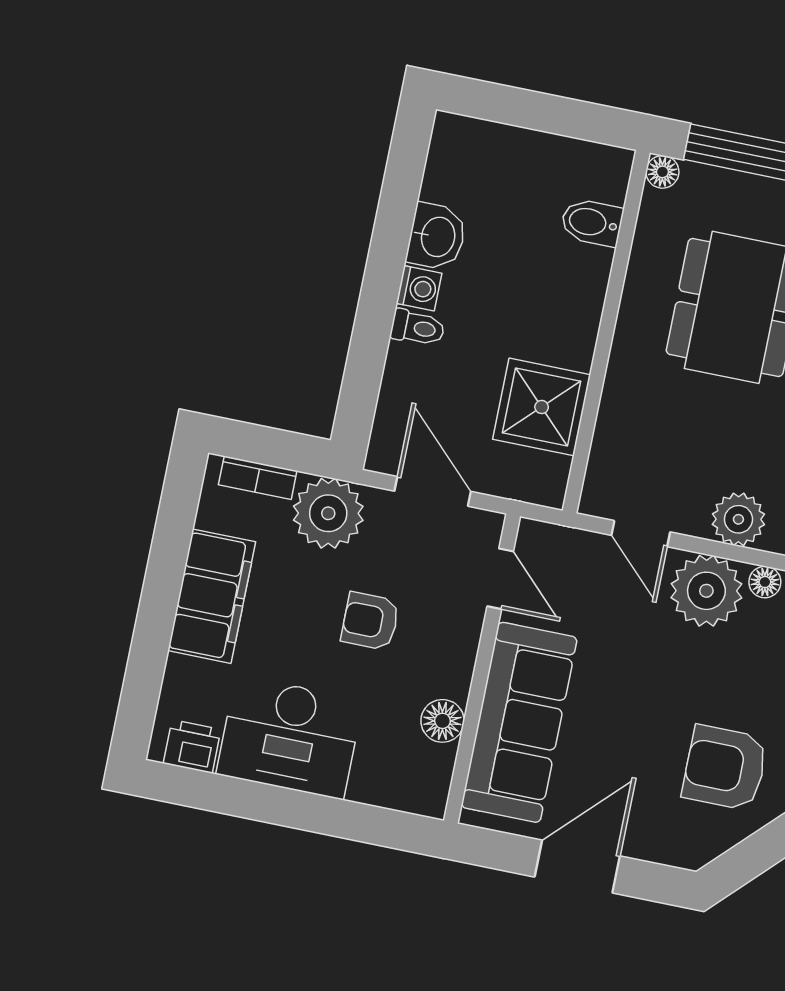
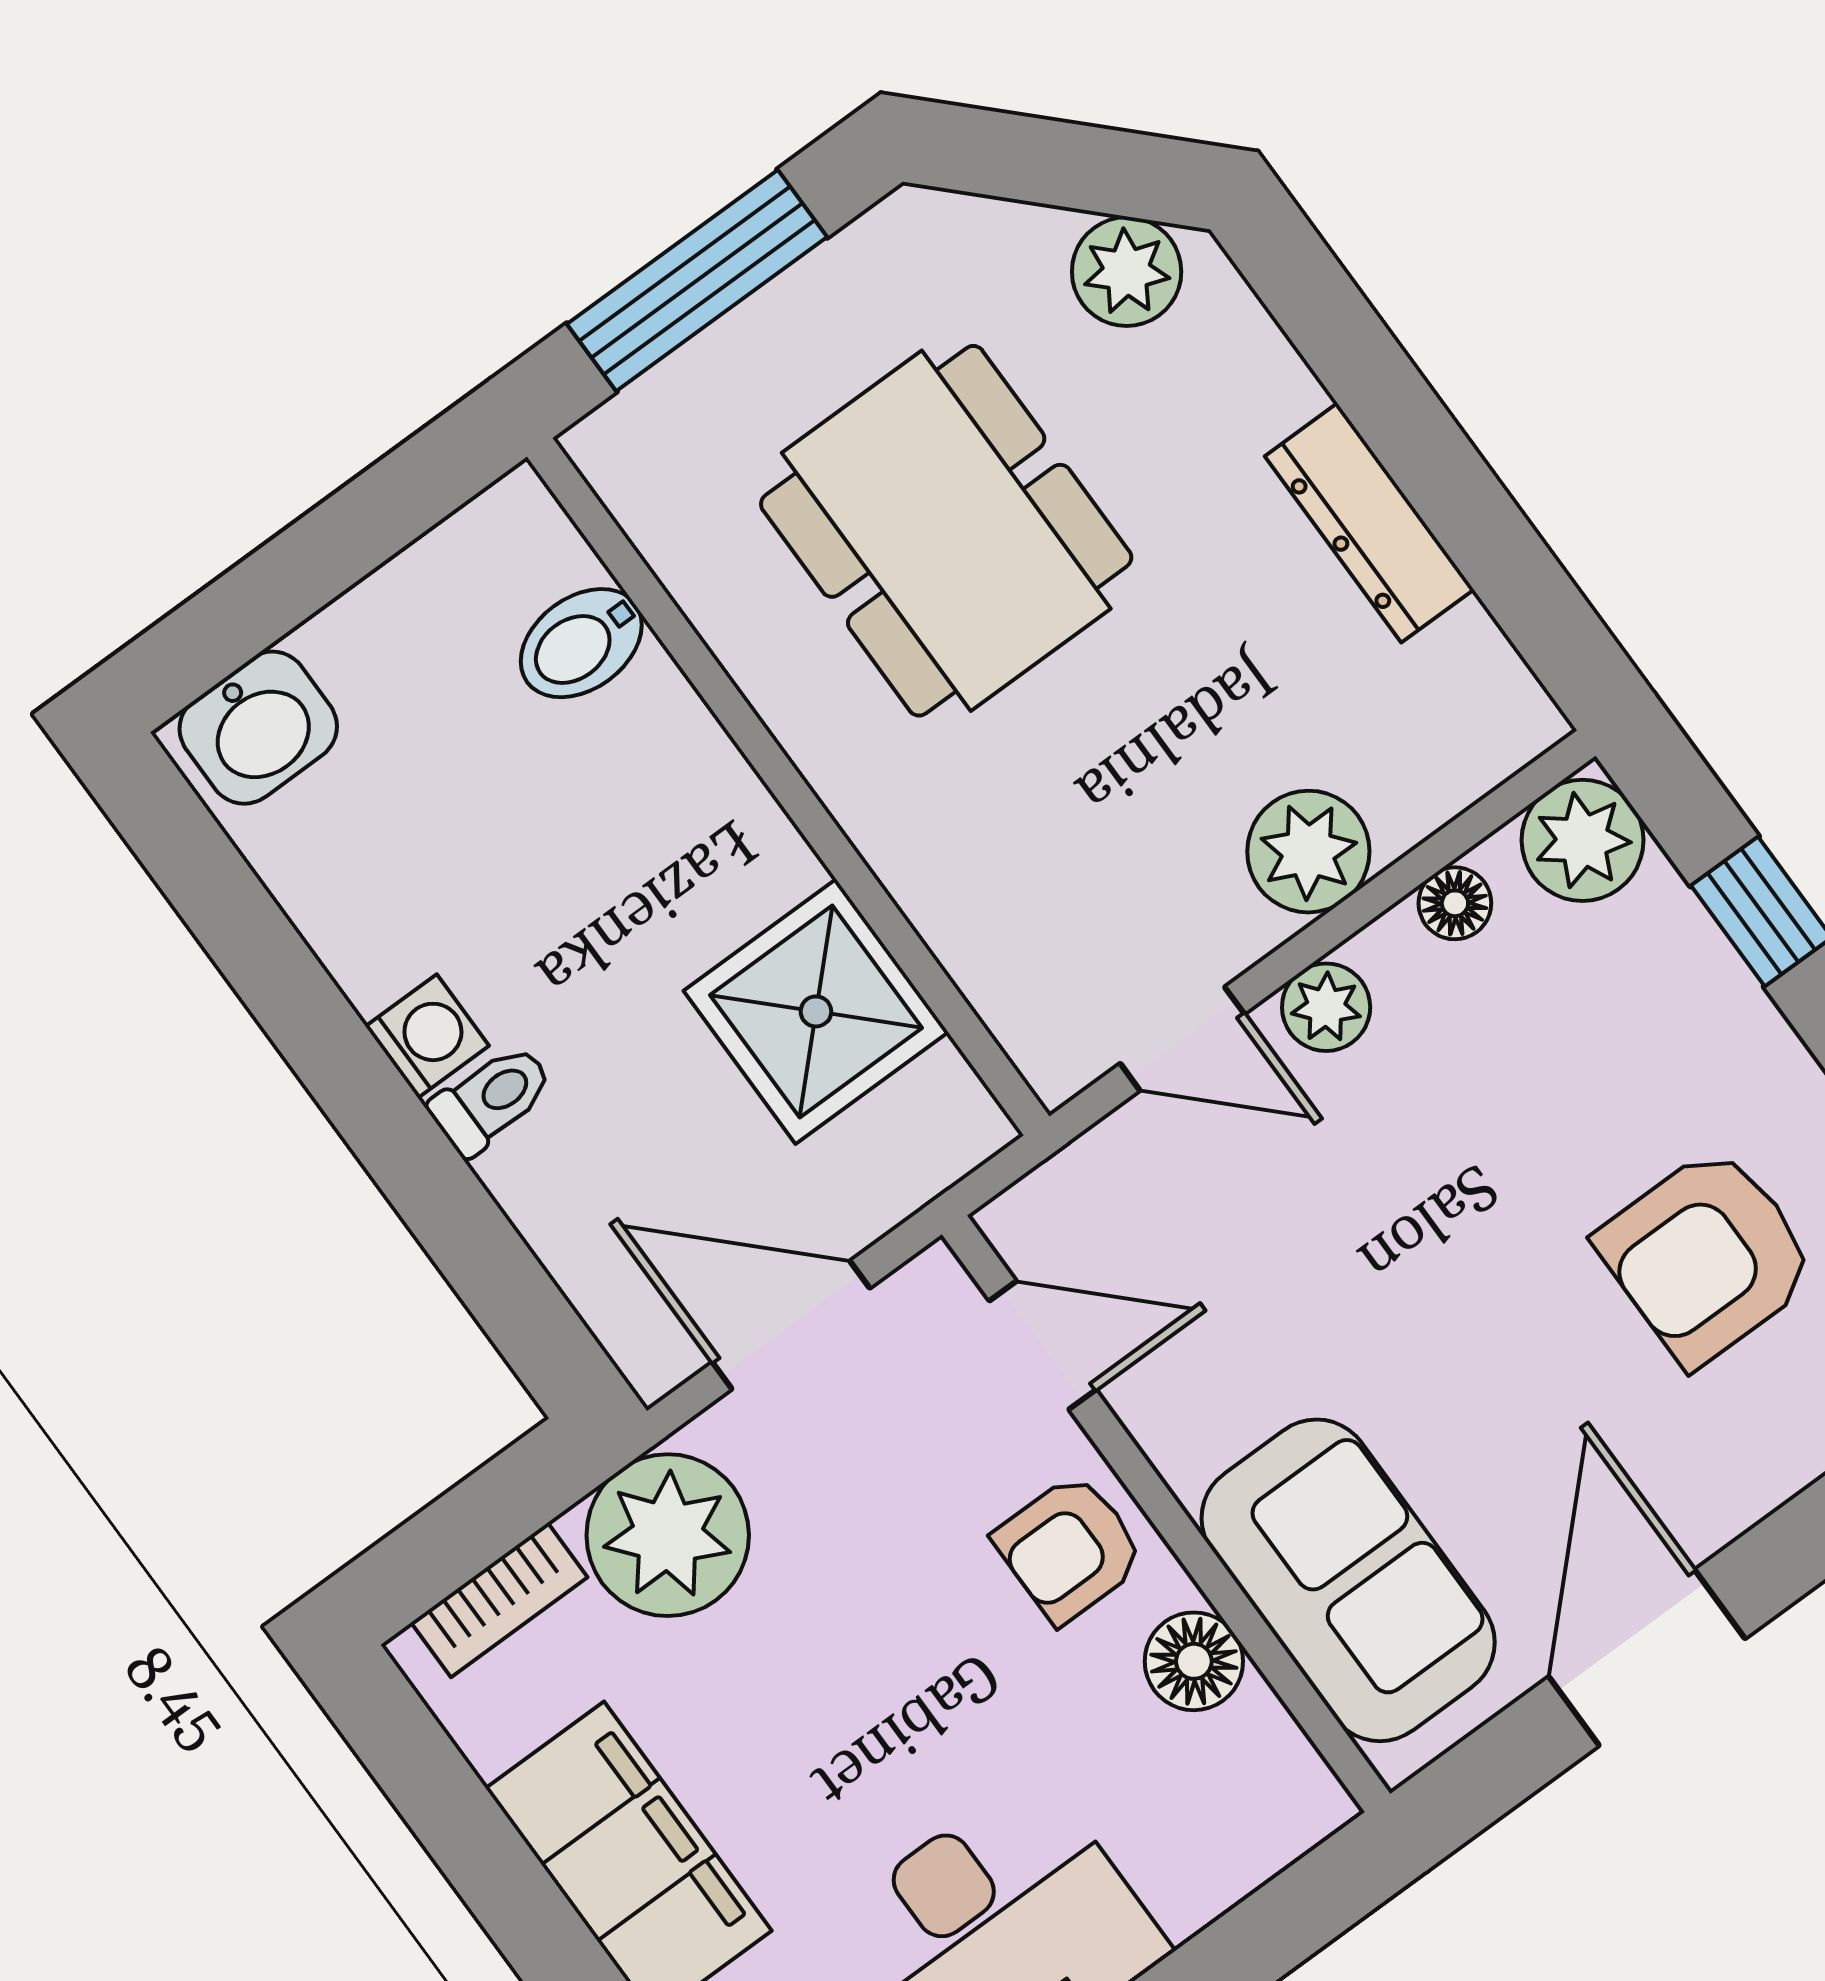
floor lamp: (662, 172) -> (605, 446), removed
washbasin: (437, 237) -> (258, 728), moved, turned 90
plant: (706, 591) -> (1326, 1007), width x0.53, depth x0.53
armchair: (370, 621) -> (1069, 1548), moved
sofa: (519, 722) -> (1348, 1580), width x0.73

